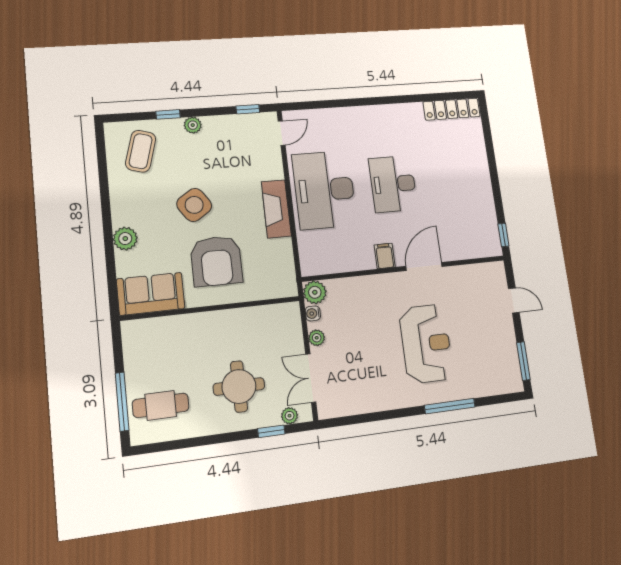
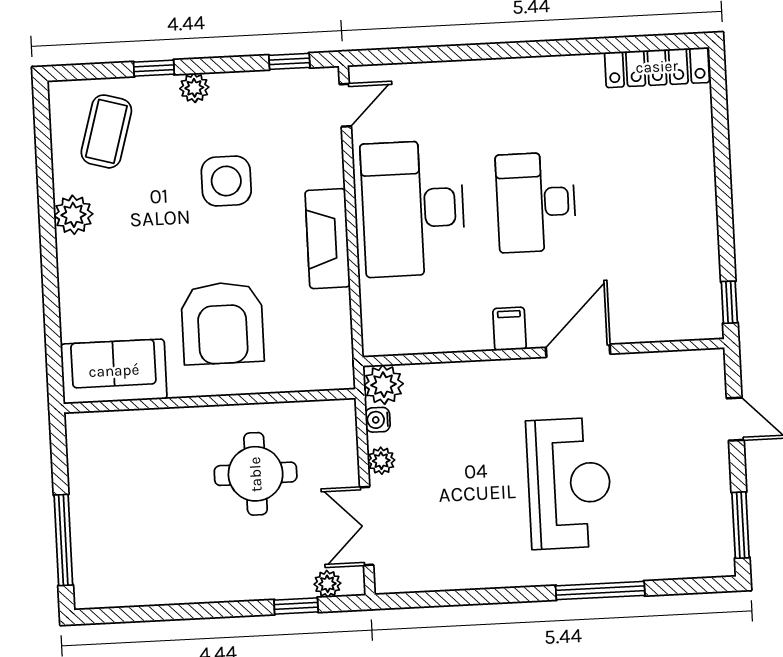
side table: (194, 205) -> (226, 181), moved, turned 34
plant: (125, 239) -> (73, 215), moved
round table: (239, 386) -> (256, 474), moved
cafe table: (161, 405) -> (123, 551), removed

